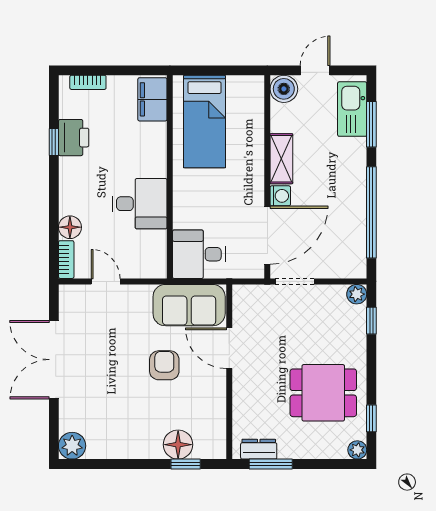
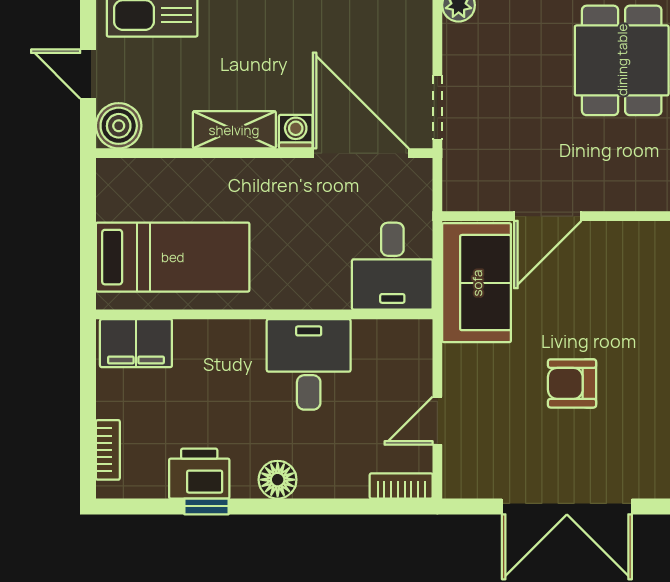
floor lamp: (70, 227) -> (278, 480), moved
armchair: (164, 365) -> (572, 383), moved

